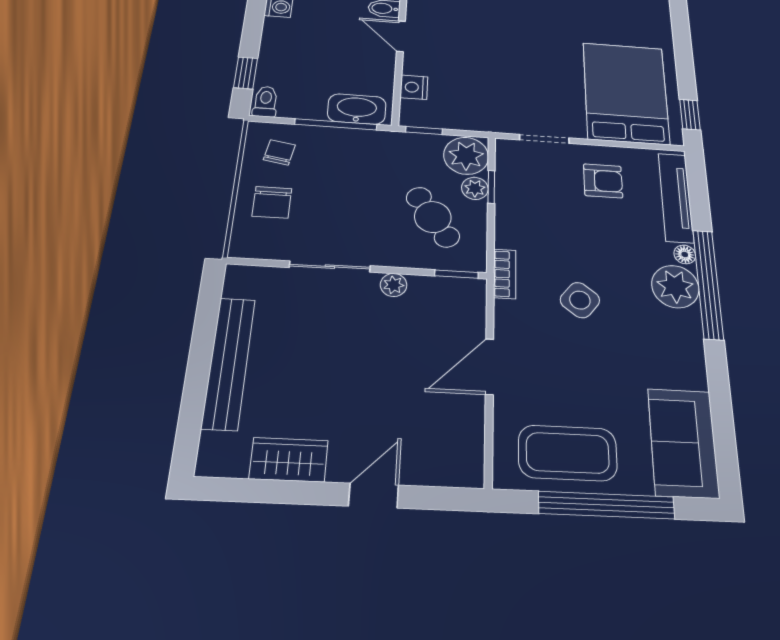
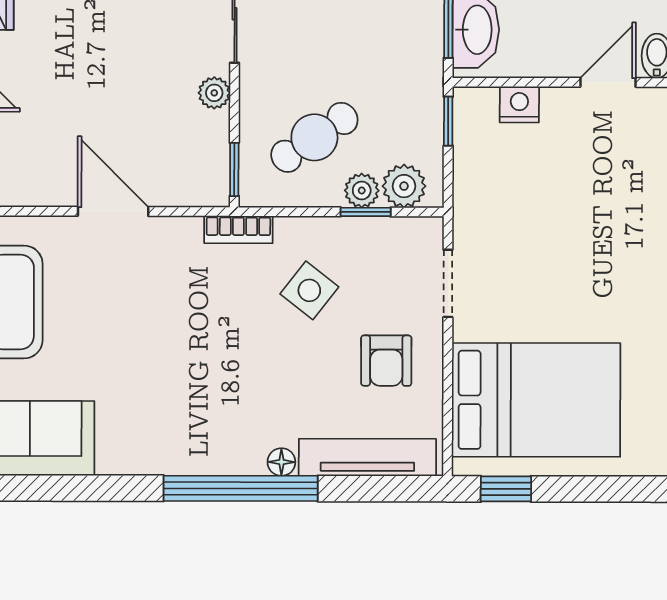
plant: (466, 156) -> (404, 186), width x0.73, depth x0.73
plant: (675, 287) -> (234, 446), removed
side table: (580, 300) -> (309, 290), moved

